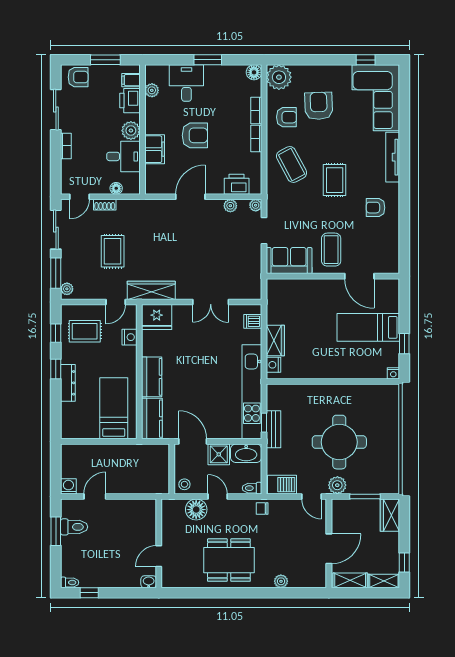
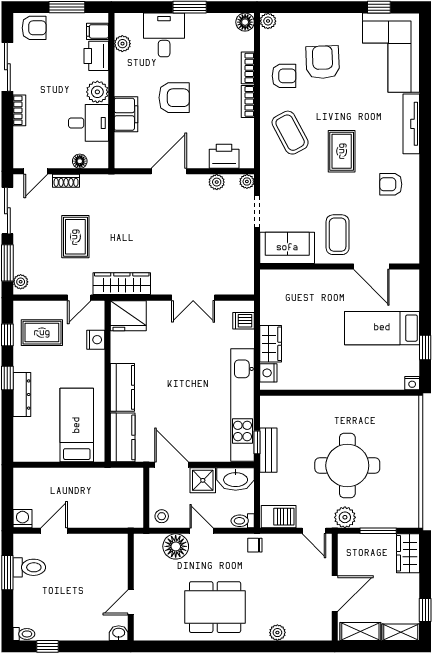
plant: (279, 77) -> (268, 21), width x0.53, depth x0.53

